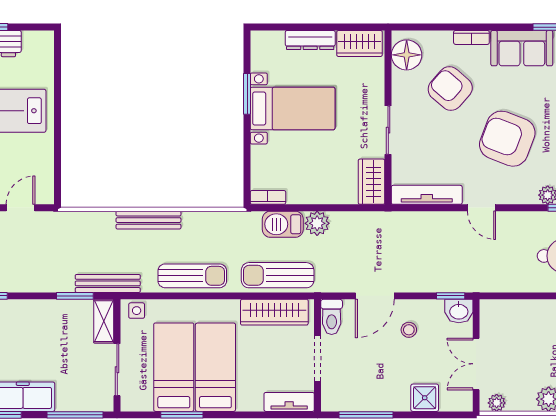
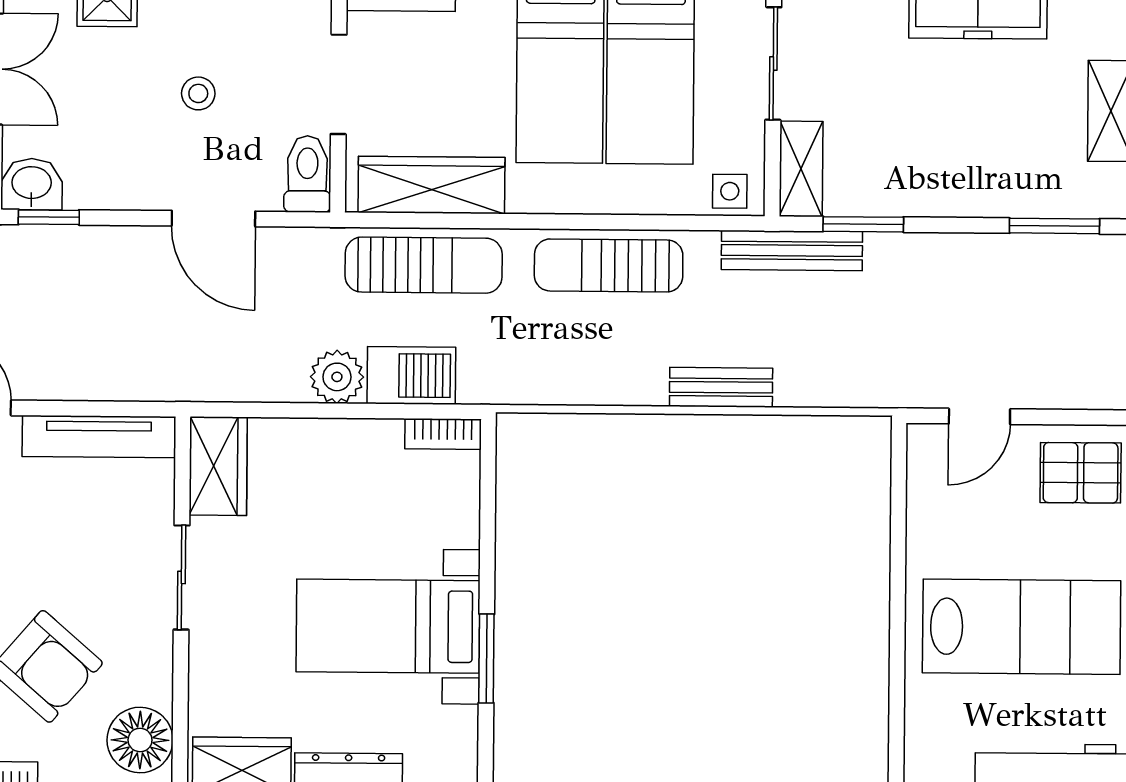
bench: (148, 220) -> (721, 387), width x0.73
door: (375, 296) -> (213, 219), swing flipped
stool: (409, 330) -> (198, 93), moved

